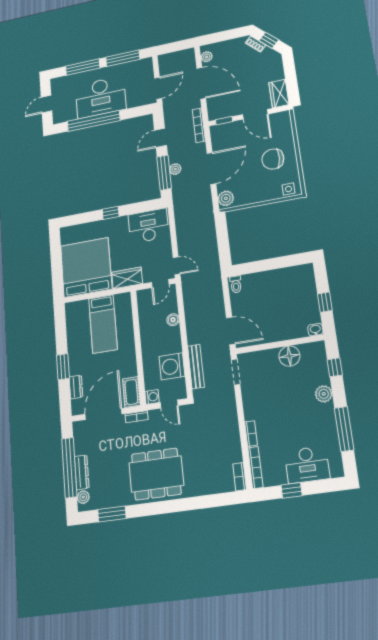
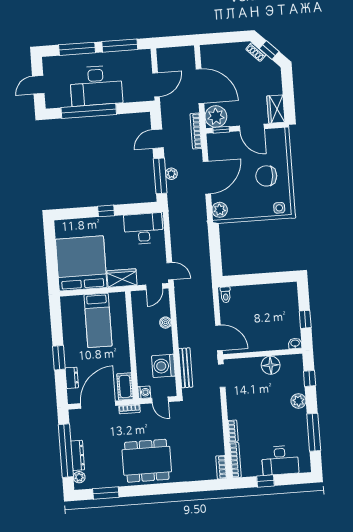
plant: (207, 57) -> (216, 116), moved, width x1.87, depth x1.87

